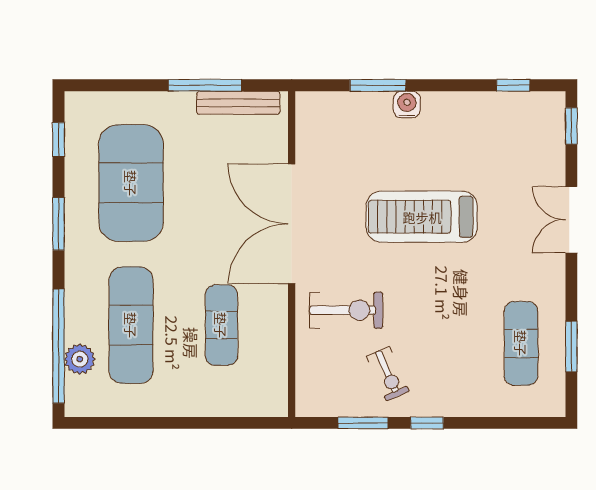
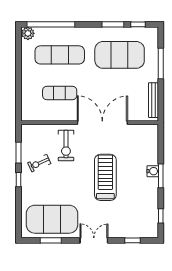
window: (205, 85) -> (161, 63), moved
window: (378, 85) -> (161, 176), moved
window: (571, 126) -> (133, 240), moved
double door: (571, 220) -> (94, 240), moved
window: (59, 224) -> (113, 24), moved
exercise mat: (521, 343) -> (52, 219), width x2.00, depth x1.45
plant: (80, 359) -> (28, 33), moved

